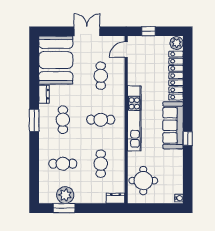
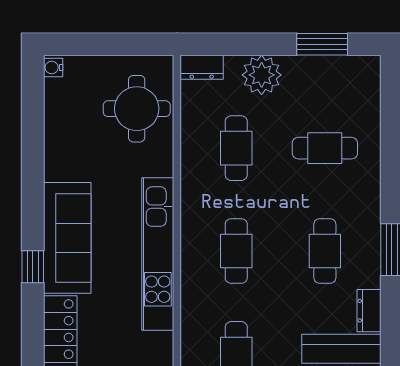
cafe table: (101, 120) -> (236, 251), turned 90
window: (188, 138) -> (33, 267), moved
plant: (65, 195) -> (262, 75), moved

